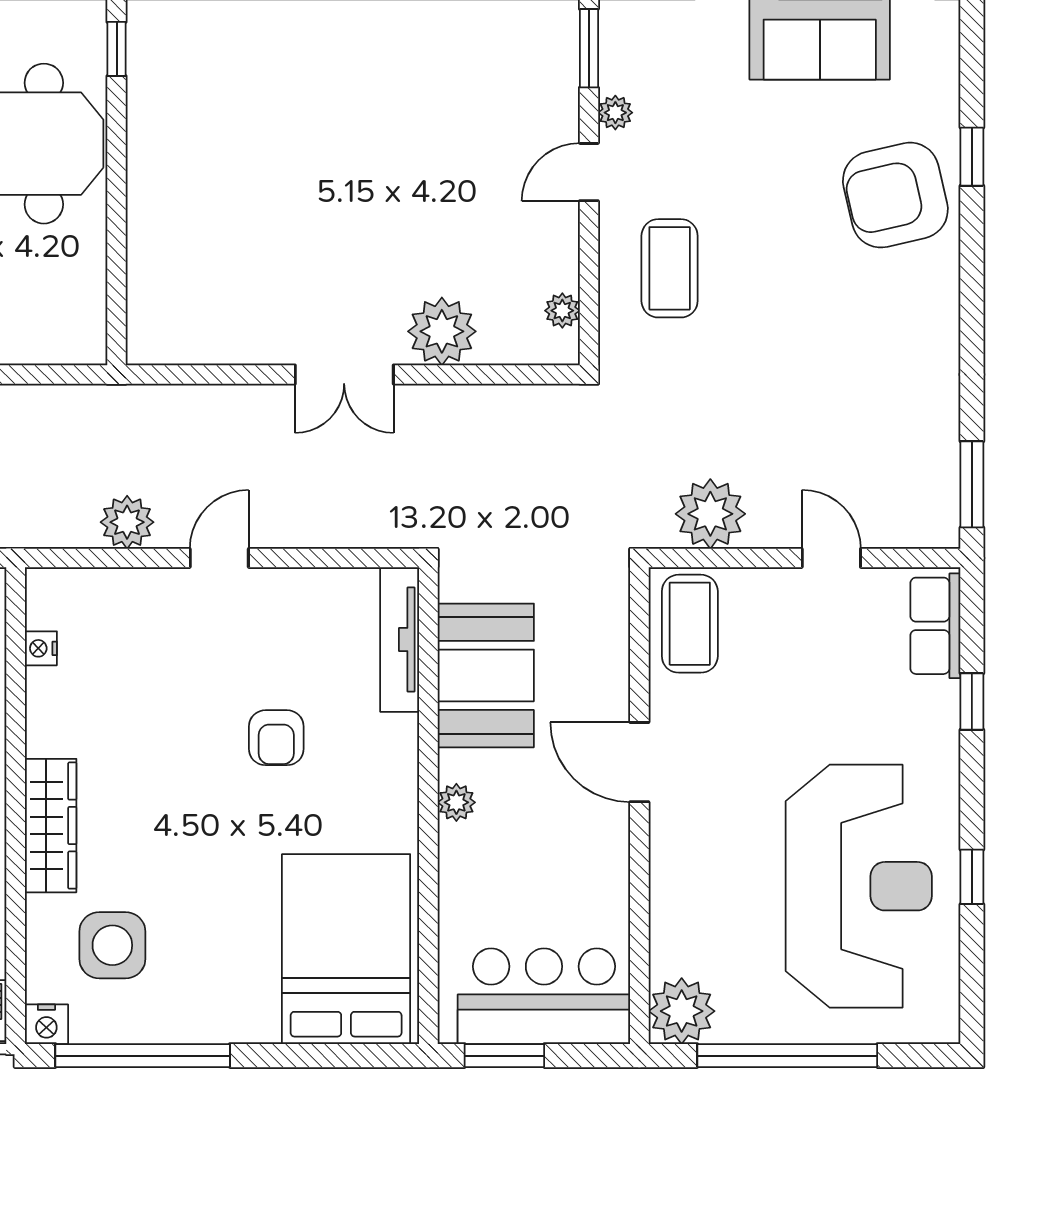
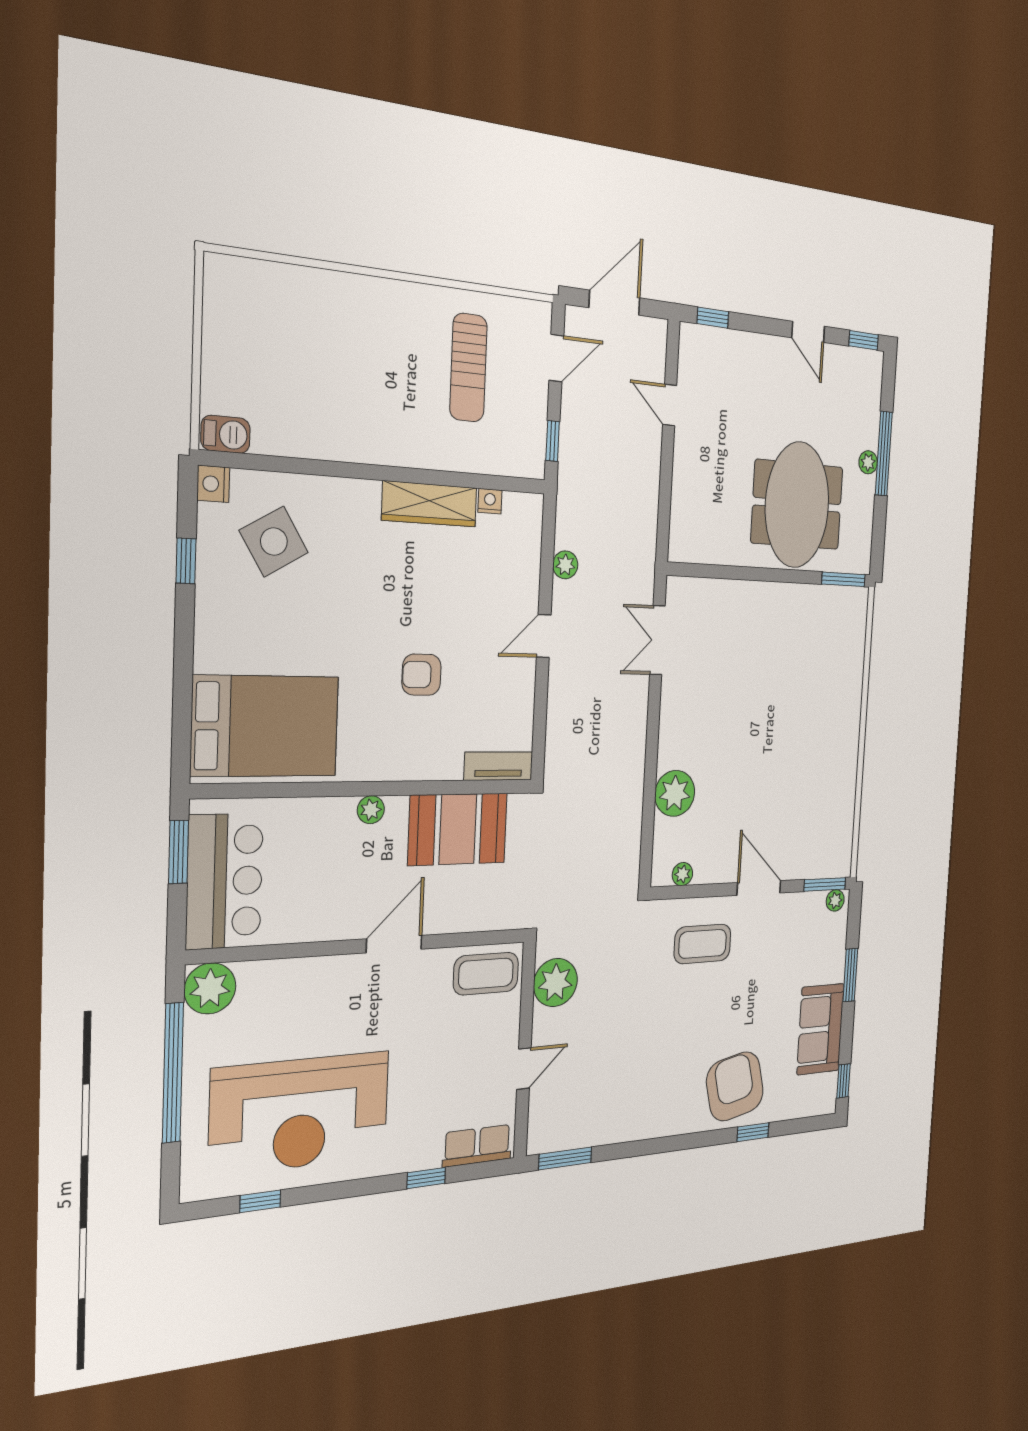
window: (117, 49) -> (843, 579), width x1.50
plant: (615, 113) -> (835, 900), moved
door: (589, 172) -> (759, 888), width x1.38
double door: (344, 374) -> (657, 640), moved
plant: (127, 522) -> (565, 565), width x0.73, depth x0.73
door: (219, 558) -> (544, 636), swing flipped
tv unit: (400, 639) -> (498, 766), width x0.71
wardrobe: (51, 826) -> (429, 504), moved
window: (972, 877) -> (260, 1201), moved
side table: (112, 945) -> (274, 542), turned -31
window: (143, 1056) -> (186, 561), width x0.32

